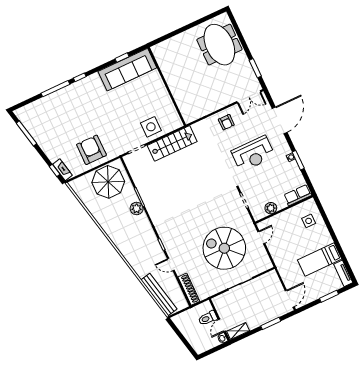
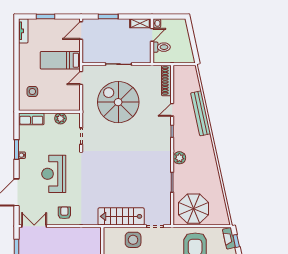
reception desk: (253, 154) -> (54, 174), turned -90
plant: (137, 209) -> (179, 158), moved
door: (261, 237) -> (81, 78), moved
spiral stairs: (224, 248) -> (118, 102), turned 180
bed: (320, 259) -> (60, 60), moved, turned 180
door: (171, 264) -> (172, 110), swing flipped
bench: (159, 295) -> (201, 113), moved

